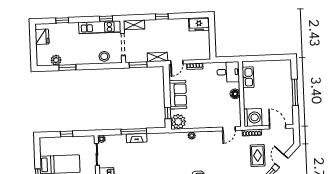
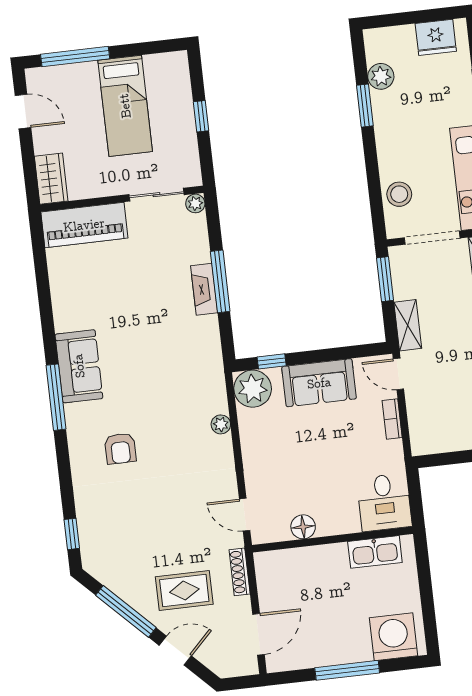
floor lamp: (235, 94) -> (303, 527), moved
washing machine: (253, 118) -> (394, 637), moved, turned 180

